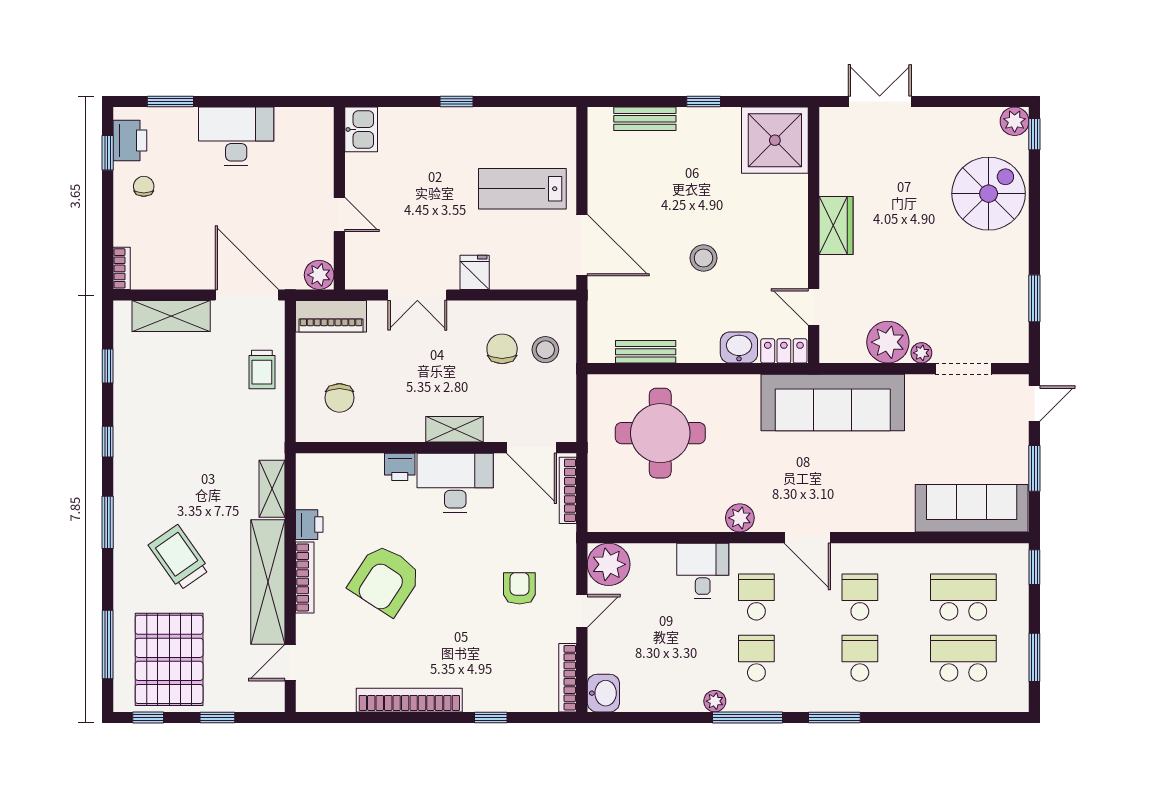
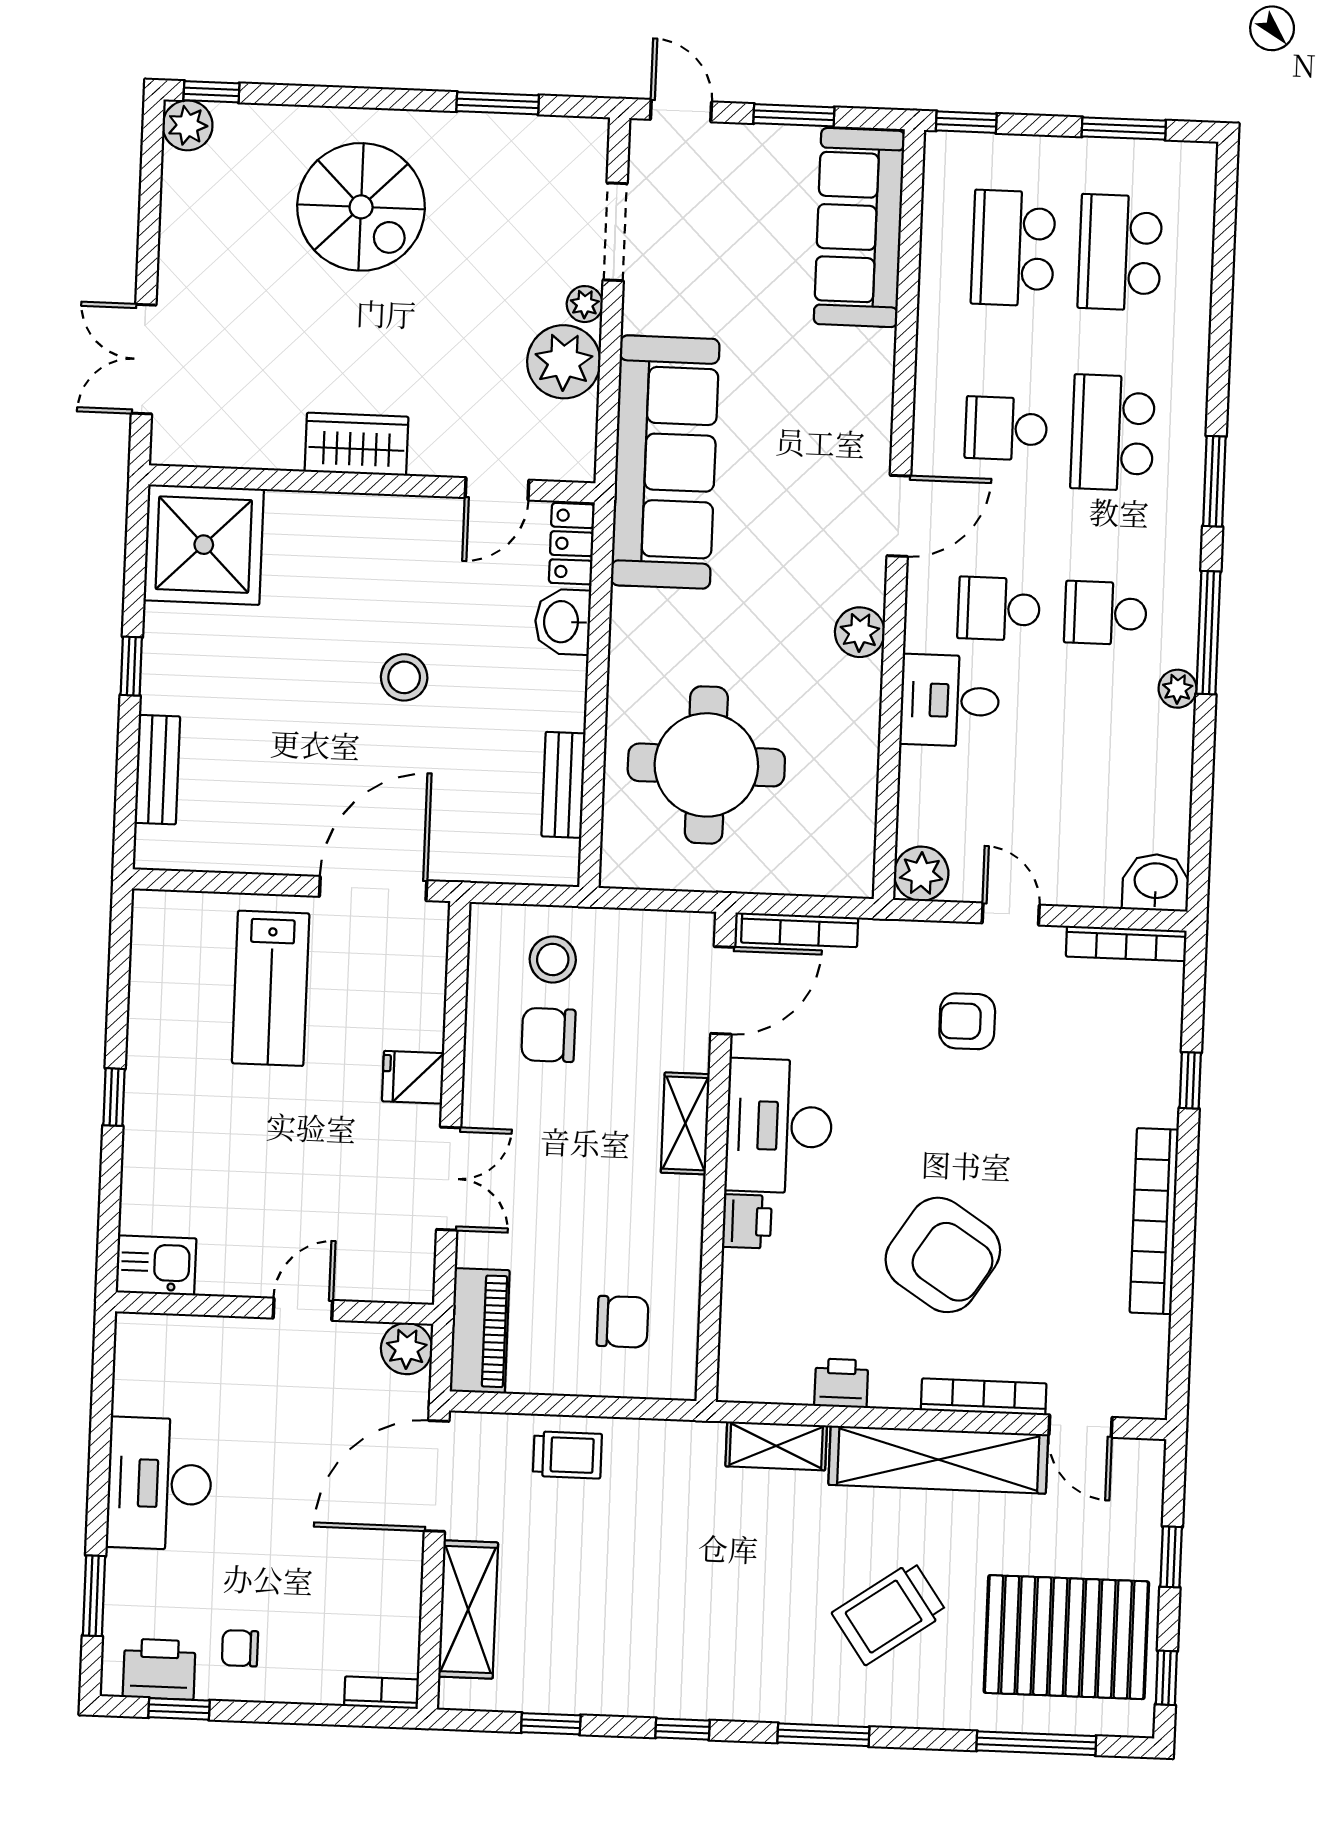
spiral stairs: (989, 194) -> (361, 207), moved, turned 180
plant: (609, 564) -> (921, 874), width x0.73, depth x0.73
bookcase: (305, 577) -> (984, 1397), moved
school desk: (860, 658) -> (1113, 433), width x1.85

